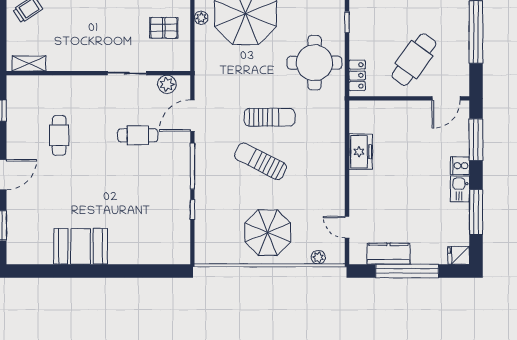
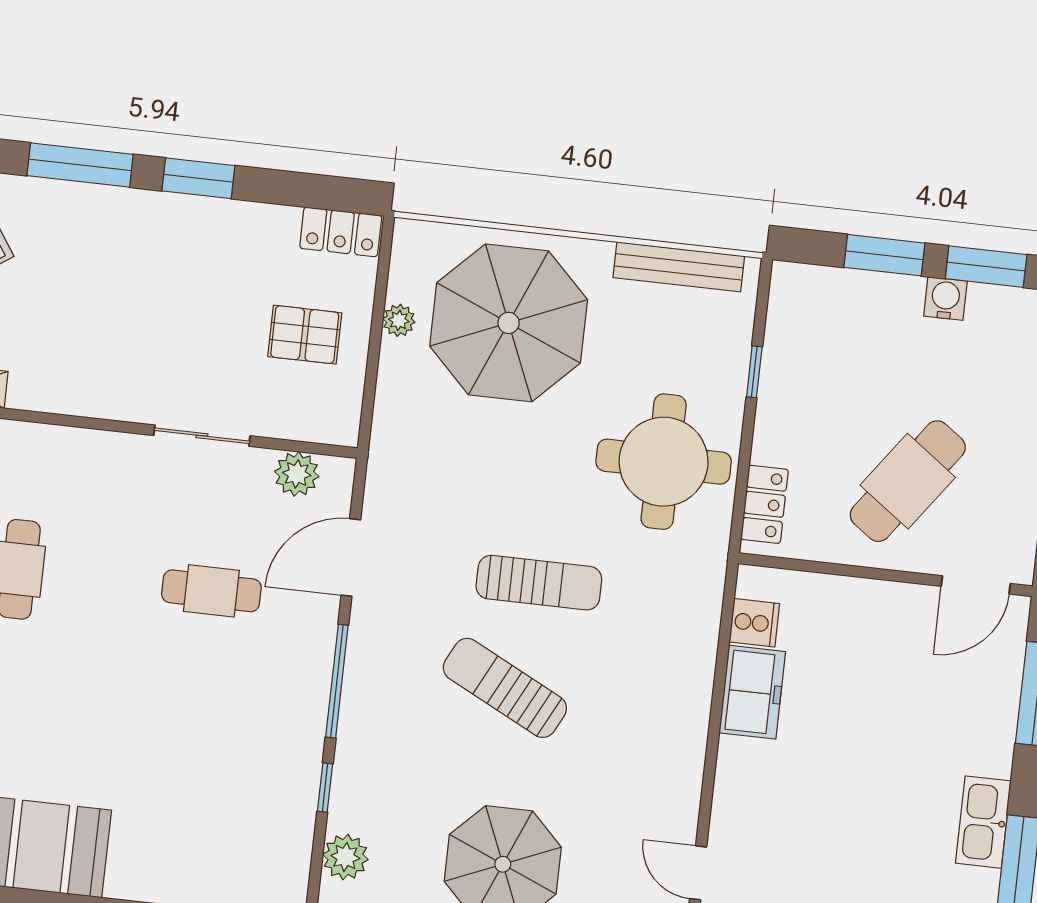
cooker: (460, 166) -> (754, 623), moved, turned 180
kitchen sink: (460, 189) -> (983, 822), width x1.38
plant: (204, 237) -> (345, 857), added

